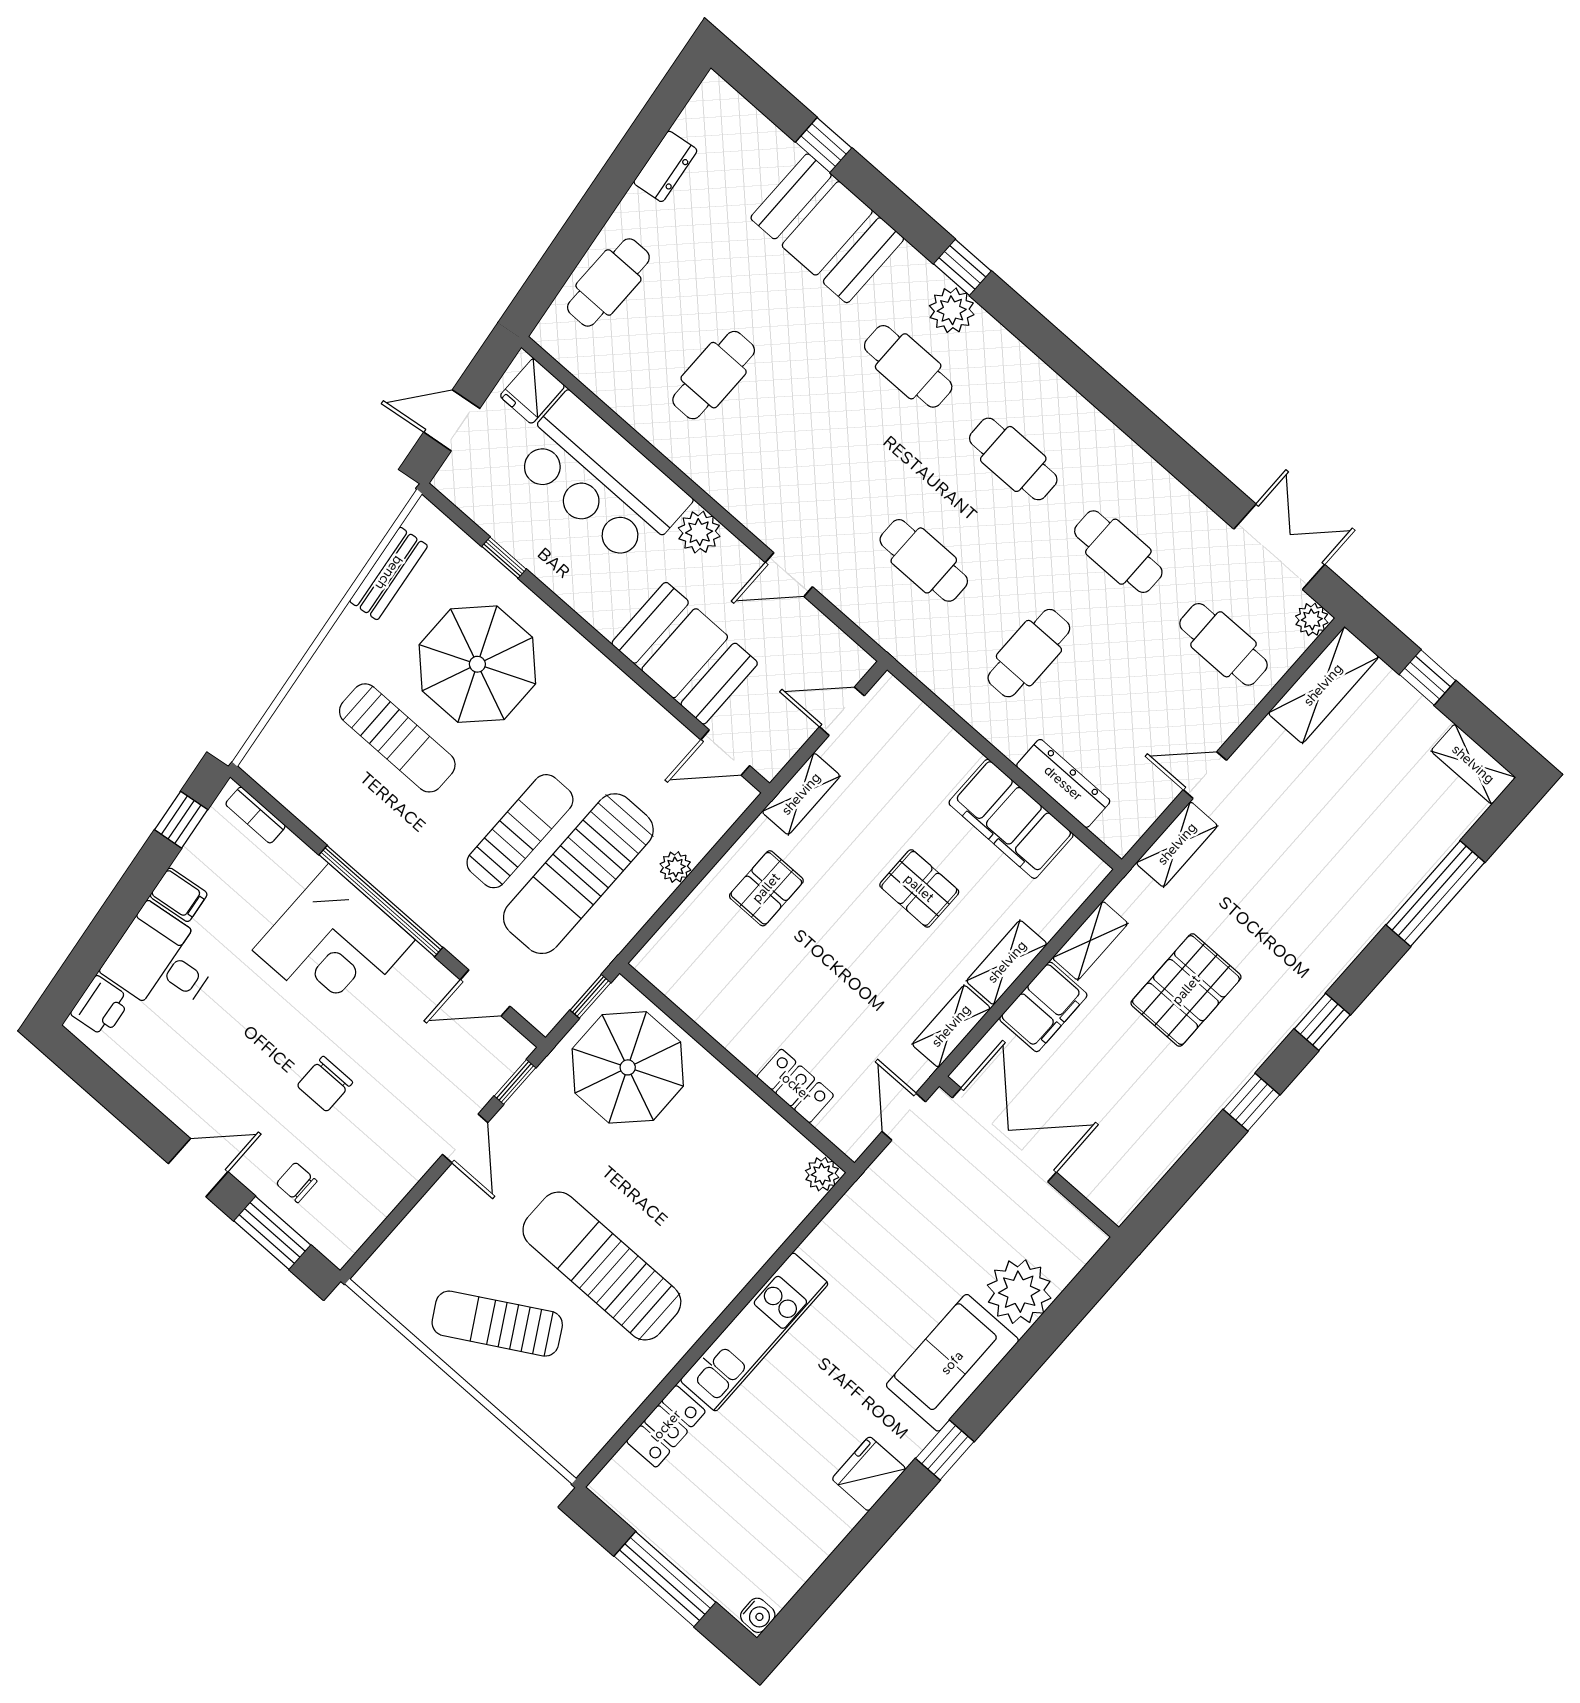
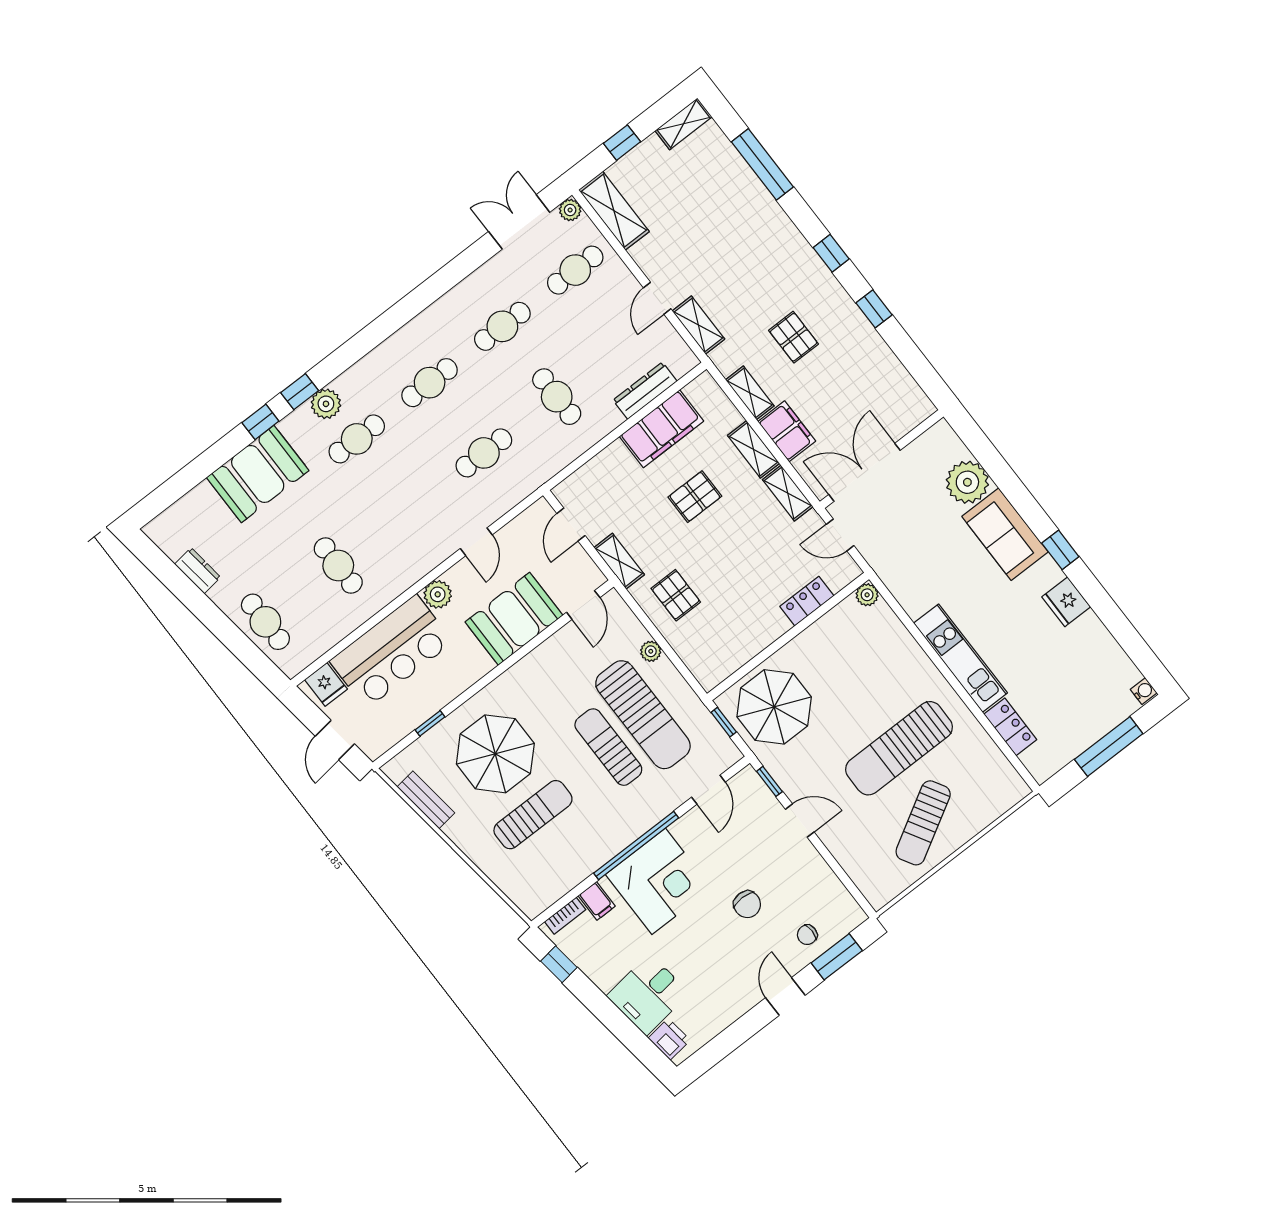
window: (824, 145) -> (260, 422), moved
filing cabinet: (179, 895) -> (597, 901), moved, turned 97
pallet: (1186, 990) -> (794, 337), width x0.67, depth x0.71

